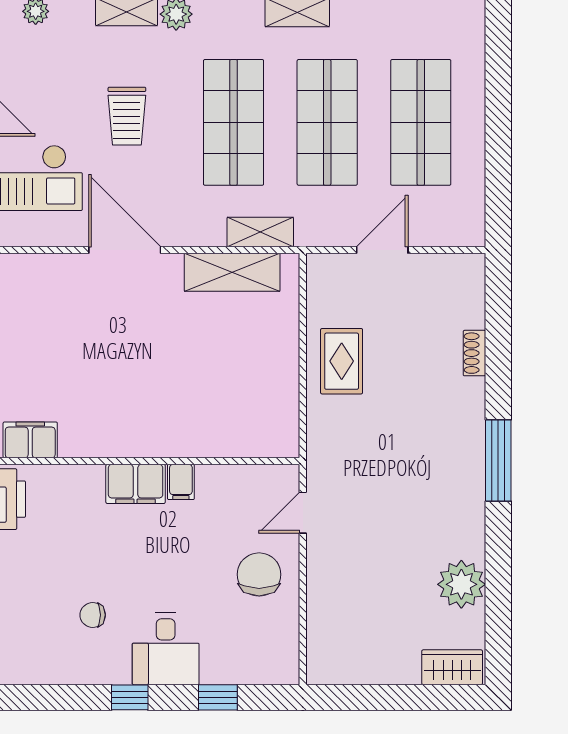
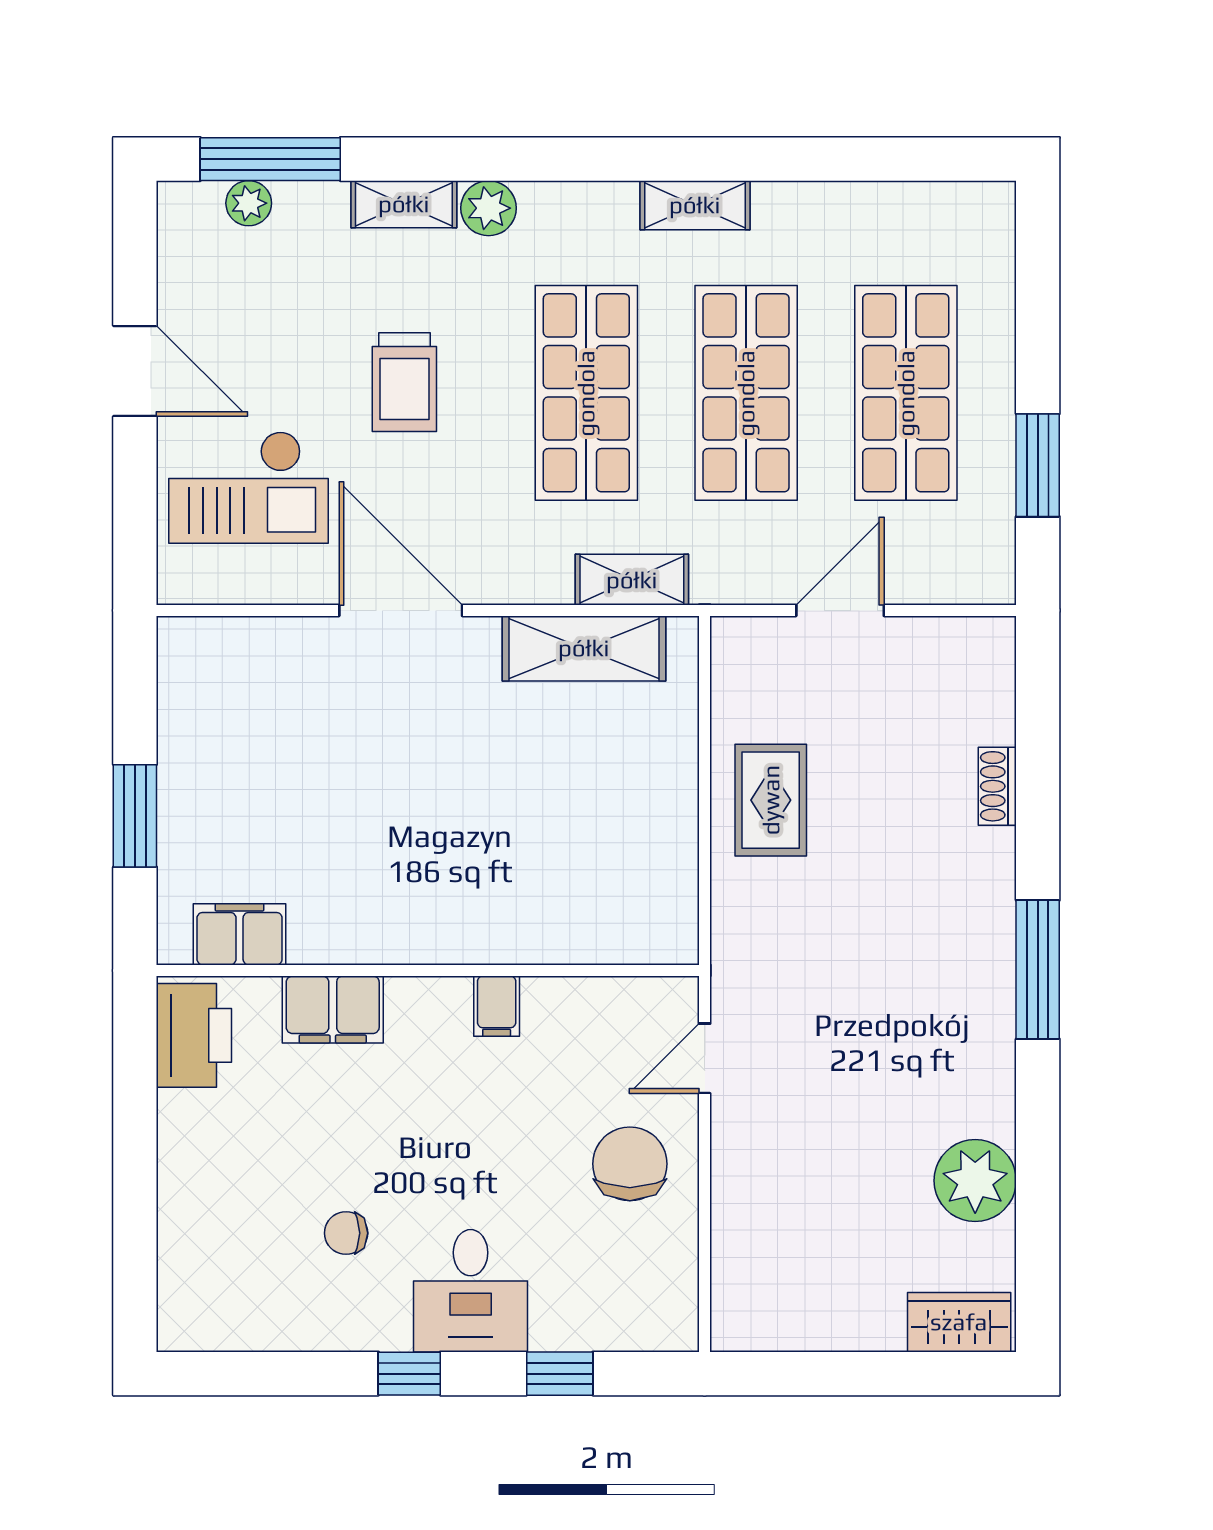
window: (498, 165) -> (1038, 465), added
filing cabinet: (136, 484) -> (333, 1009), moved

